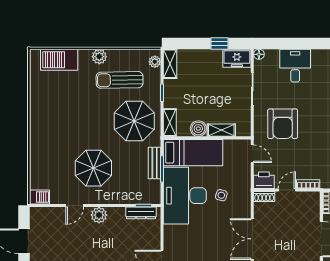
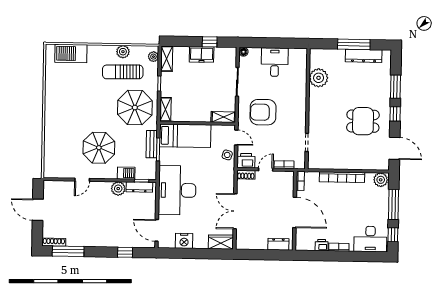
plant: (99, 57) -> (123, 52), moved
freezer: (237, 58) -> (202, 54), moved
armchair: (283, 124) -> (263, 112), turned 90
boiler: (198, 129) -> (190, 115), removed
shelving: (221, 130) -> (223, 117), moved
side table: (221, 195) -> (227, 155), moved
desk: (185, 196) -> (177, 190), moved
barbecue: (39, 197) -> (126, 173), moved
plant: (99, 215) -> (118, 189), moved

